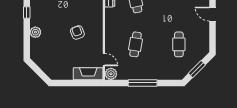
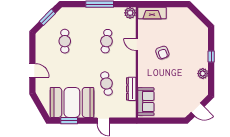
window: (27, 12) -> (211, 56), moved
plant: (35, 32) -> (203, 74), moved
door: (104, 59) -> (137, 45), moved

